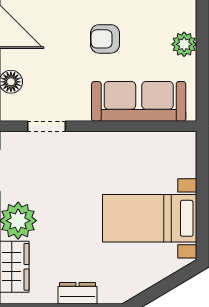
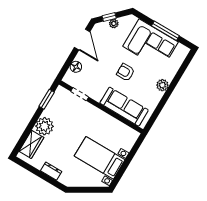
plant: (184, 44) -> (162, 85), moved

